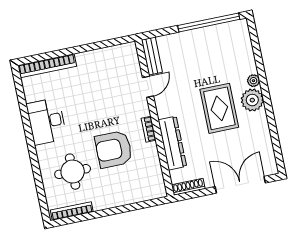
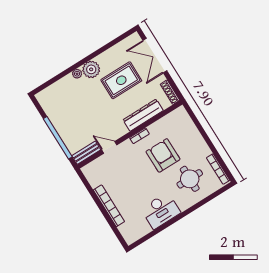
window: (209, 22) -> (58, 138), moved
bookcase: (47, 66) -> (109, 206), moved
rug: (219, 108) -> (121, 80), moved
armchair: (114, 149) -> (163, 155), turned 180

